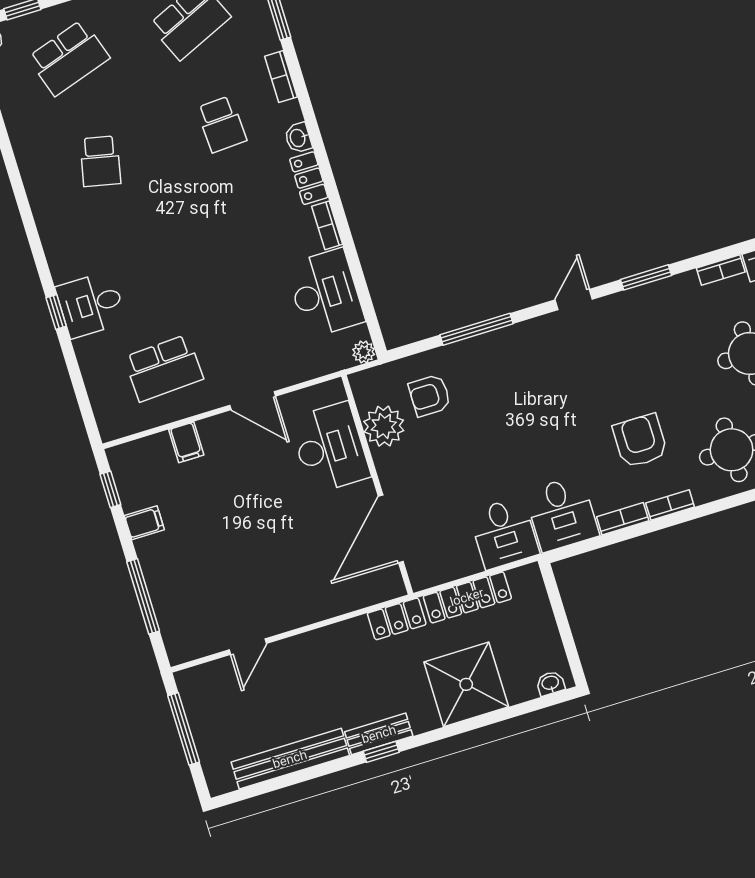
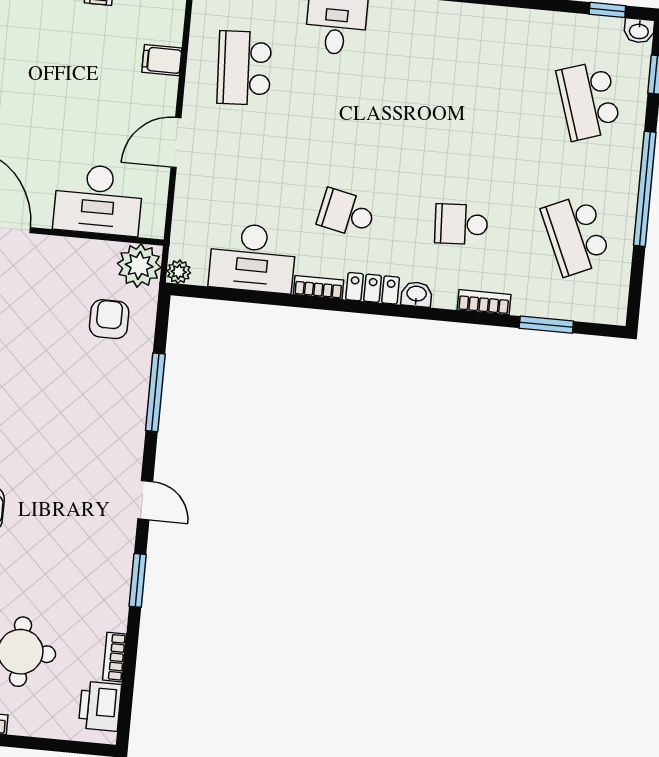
school desk: (100, 161) -> (346, 213), moved
plant: (384, 426) -> (139, 266), moved

